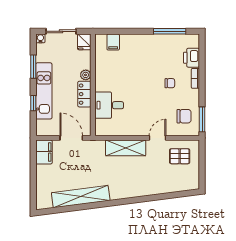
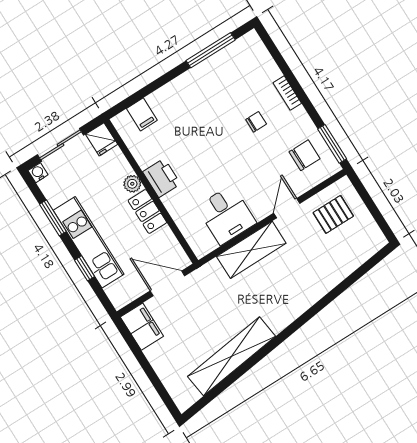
printer: (192, 58) -> (162, 178), moved, turned 180
desk: (109, 105) -> (226, 215), moved, turned -90

